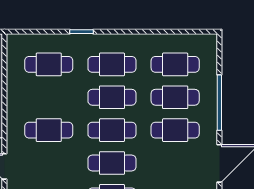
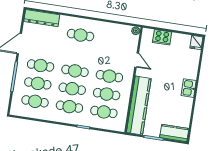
cafe table: (112, 163) -> (107, 94), moved

